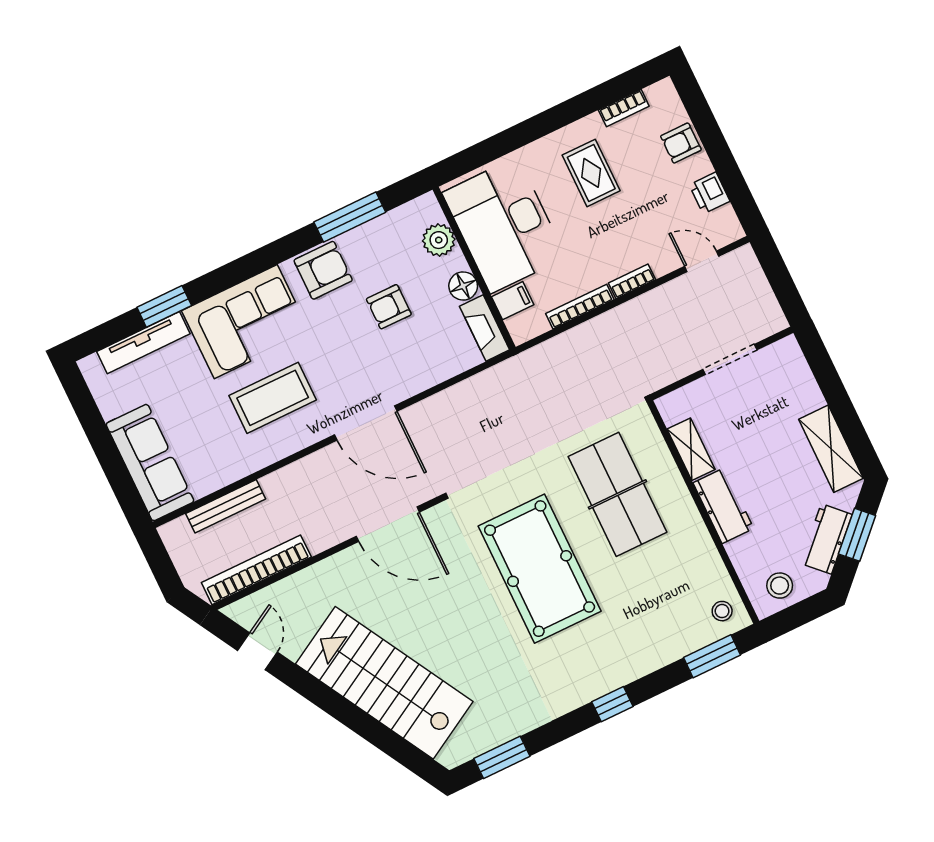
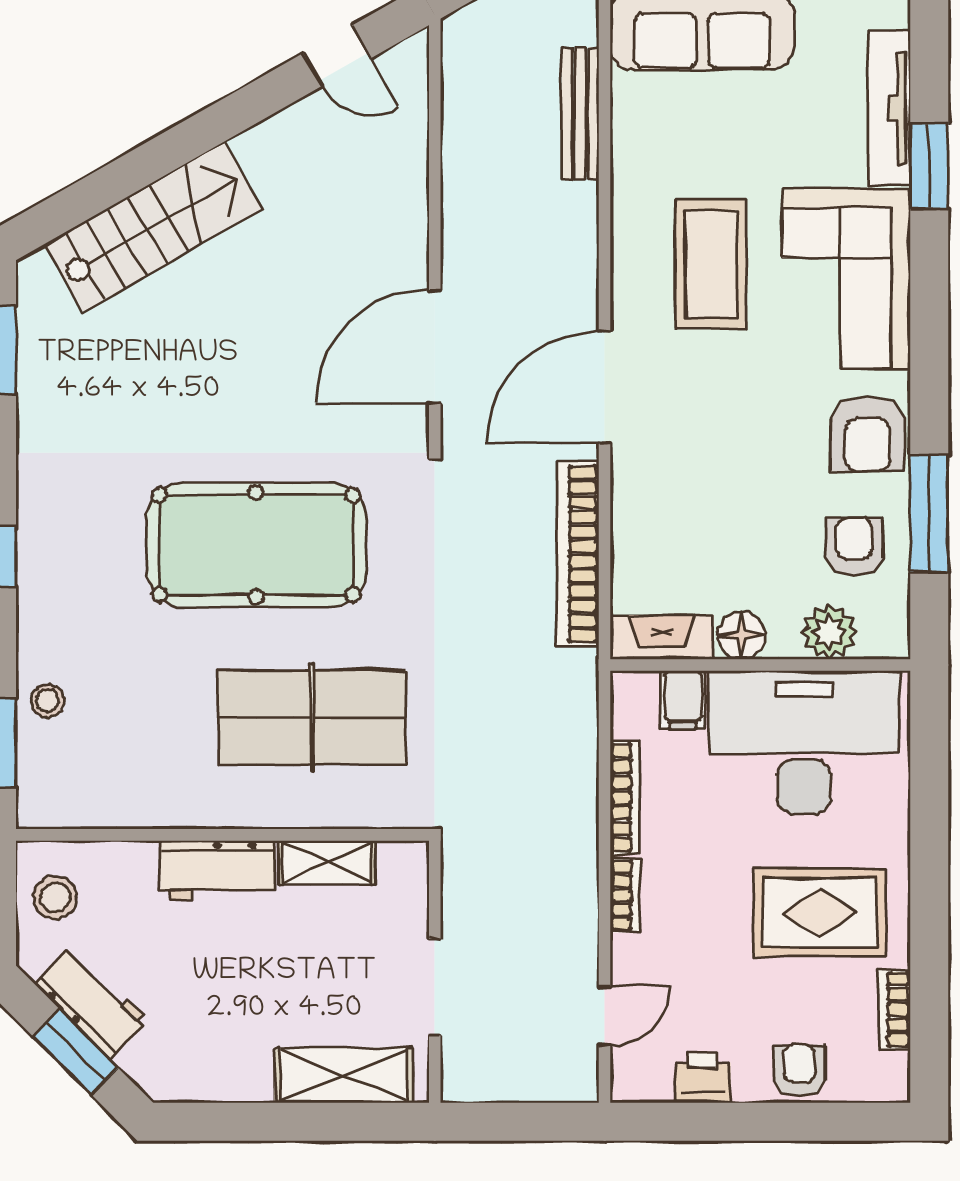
rug: (591, 173) -> (820, 913), width x1.36, depth x1.43
armchair: (389, 307) -> (854, 546), moved
shelving: (831, 449) -> (344, 1075), moved
bookcase: (256, 570) -> (578, 554), moved, turned 180
stool: (722, 611) -> (47, 701), moved
stairs: (384, 683) -> (154, 227), width x0.73, depth x0.66

